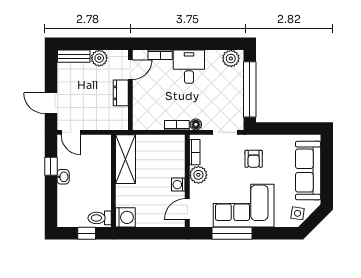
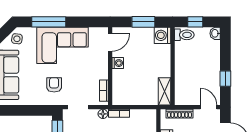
shoe rack: (105, 125) -> (179, 114), added
shelving: (125, 159) -> (164, 91), width x0.67, depth x0.75
plant: (198, 175) -> (101, 71), removed
washbasin: (63, 177) -> (215, 33), moved
window: (148, 233) -> (143, 22), added
window: (232, 233) -> (49, 22), moved

